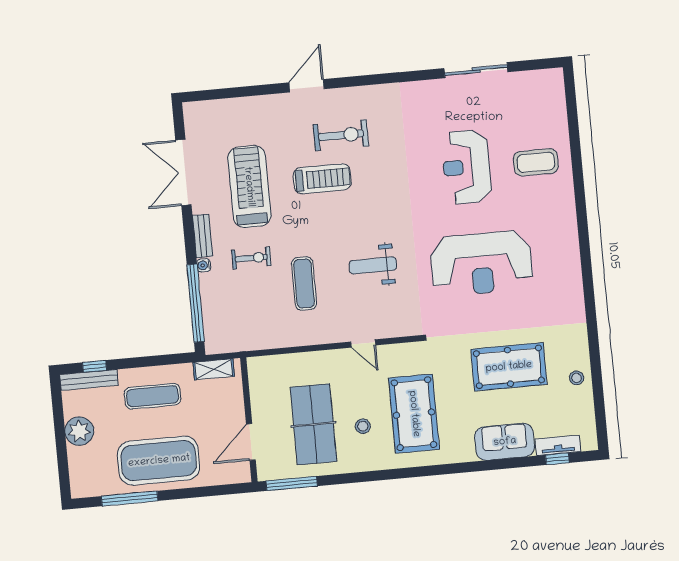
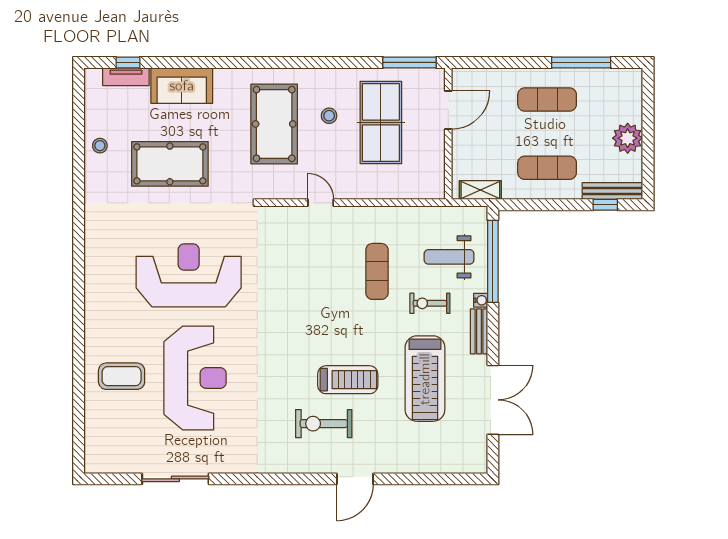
reception desk: (466, 167) -> (195, 378), width x1.36, depth x1.30
treadmill: (322, 179) -> (348, 380), turned 180
weight bench: (373, 265) -> (449, 257), moved, turned 180
exercise mat: (159, 461) -> (547, 100), width x0.50, depth x0.69

